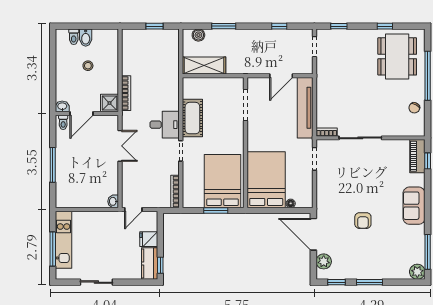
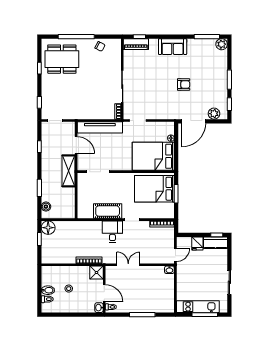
floor lamp: (170, 38) -> (48, 228), added
shelving: (204, 66) -> (69, 171), moved
door: (133, 209) -> (175, 255), hinge flipped

